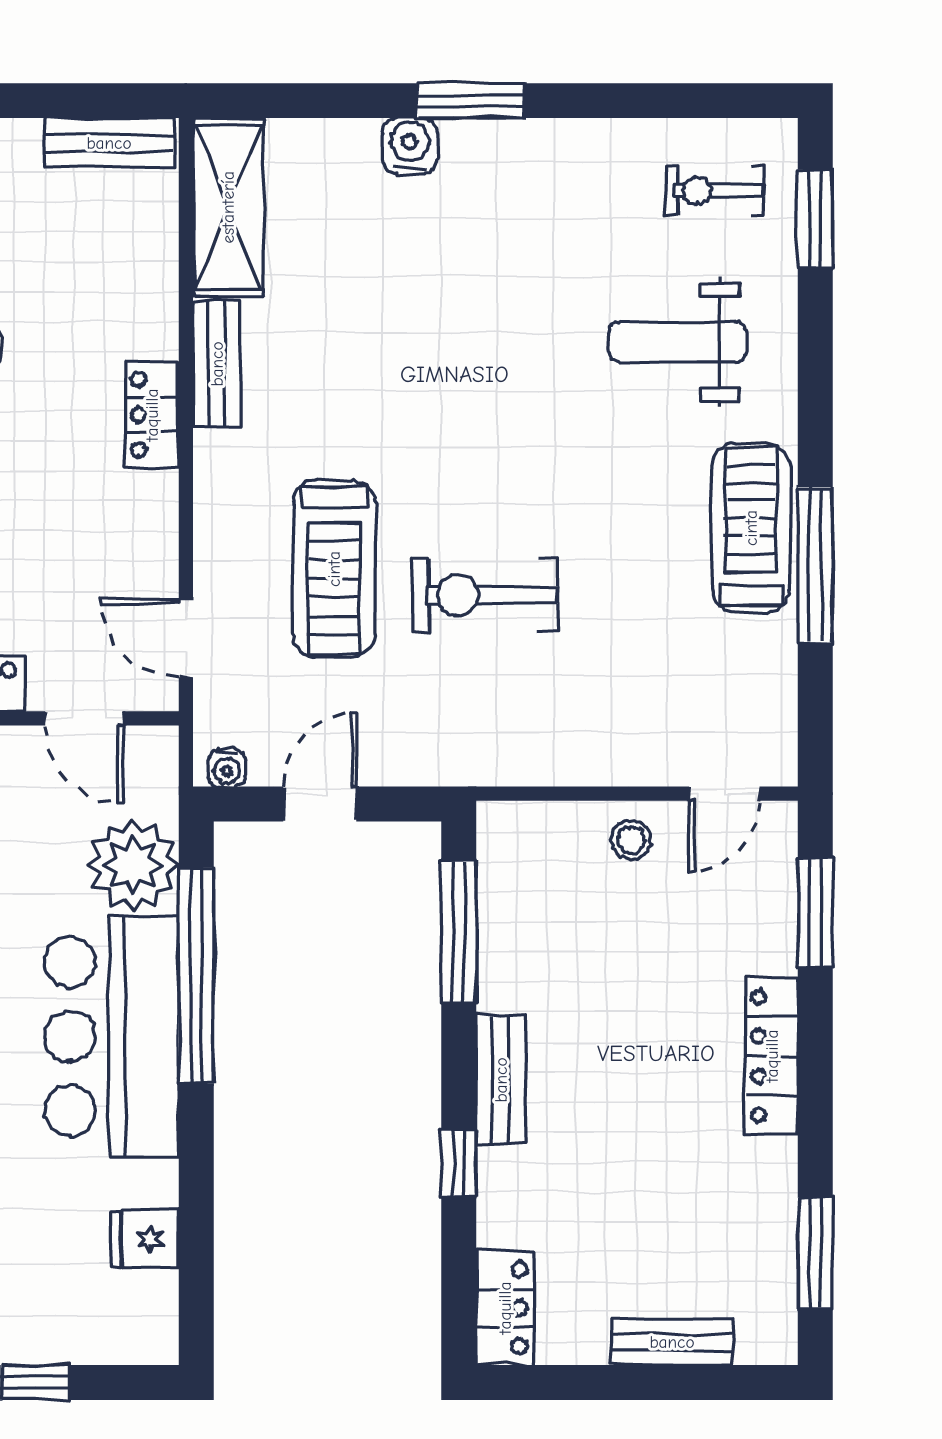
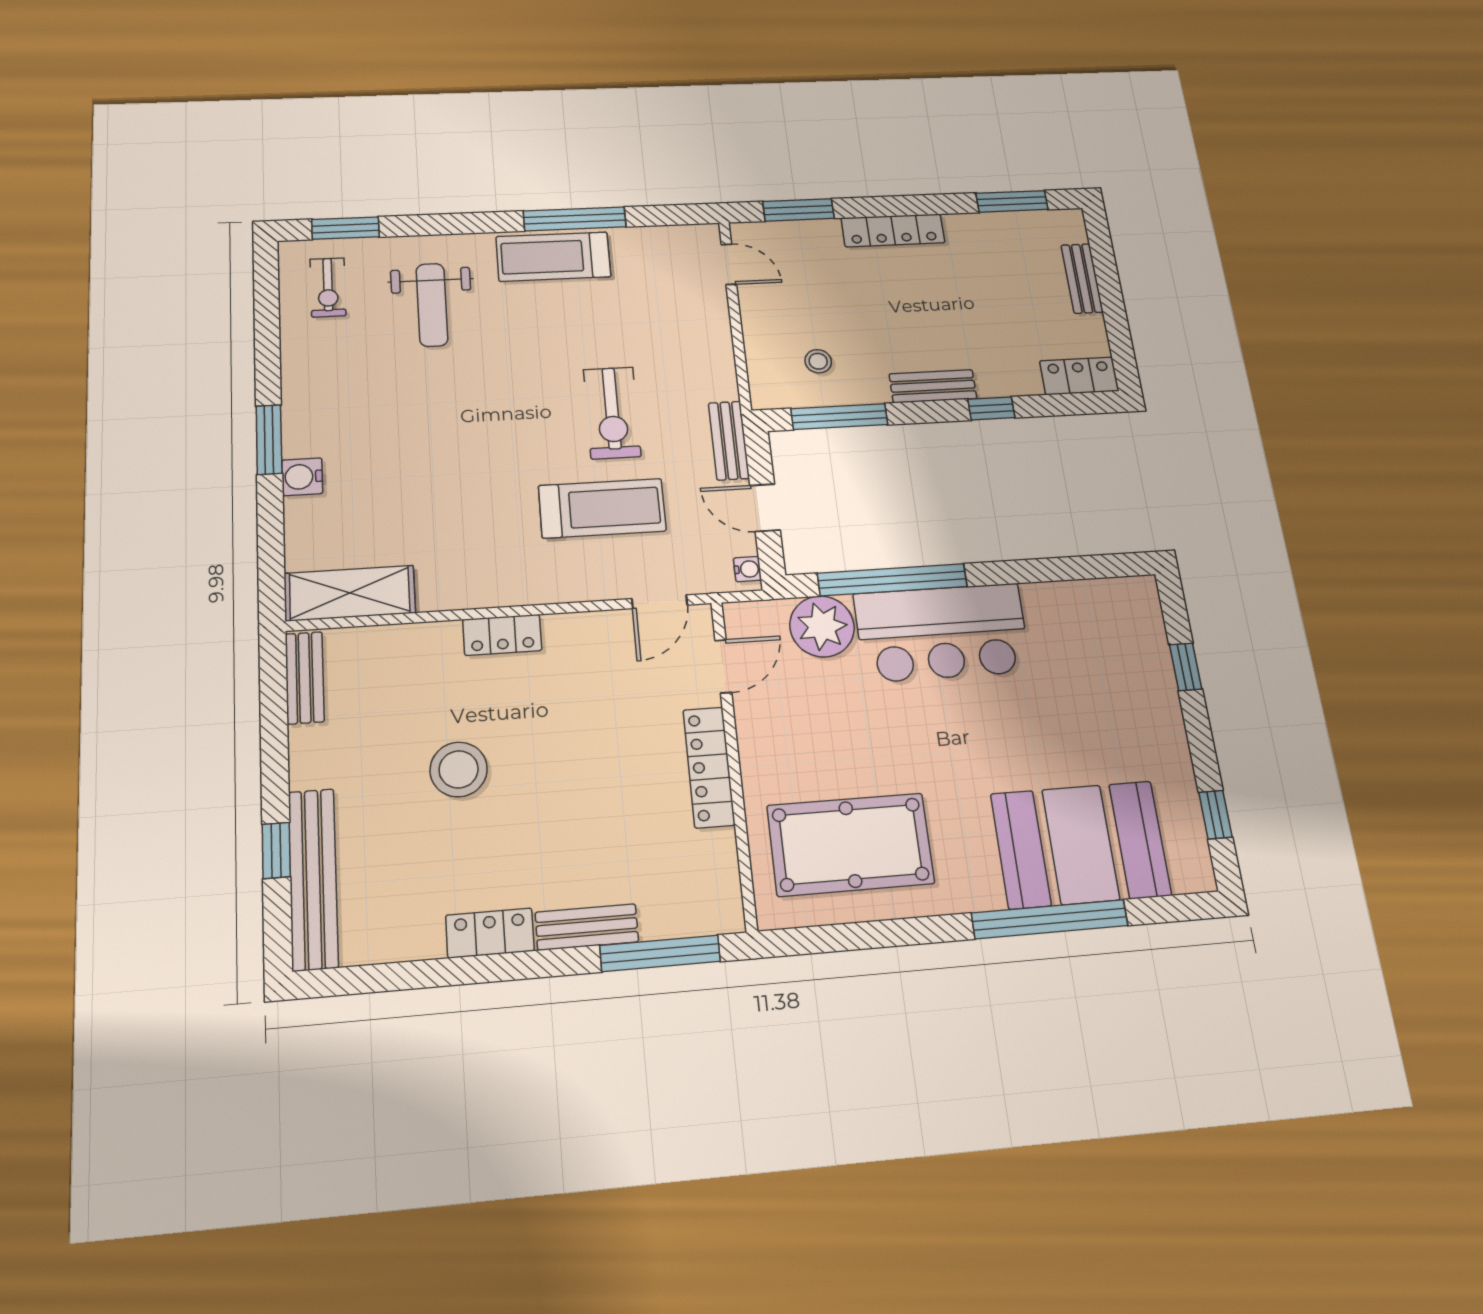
bench: (217, 364) -> (729, 441), moved, turned 90
stool: (631, 840) -> (818, 361), moved
fridge: (145, 1239) -> (1076, 601), removed

